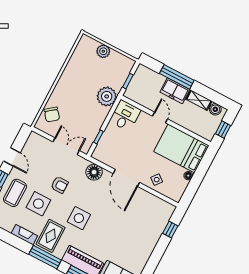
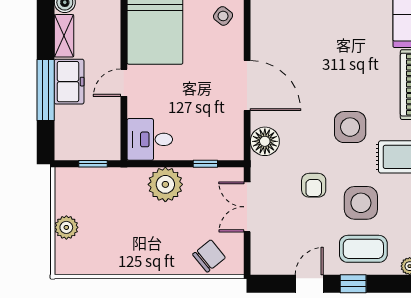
plant: (107, 96) -> (165, 184), moved
door: (126, 178) -> (247, 86), hinge flipped
side table: (157, 180) -> (223, 16), moved
armchair: (60, 185) -> (314, 185), turned 180

